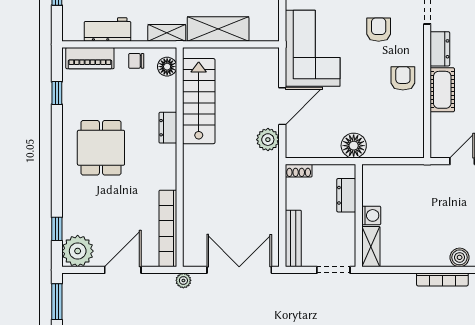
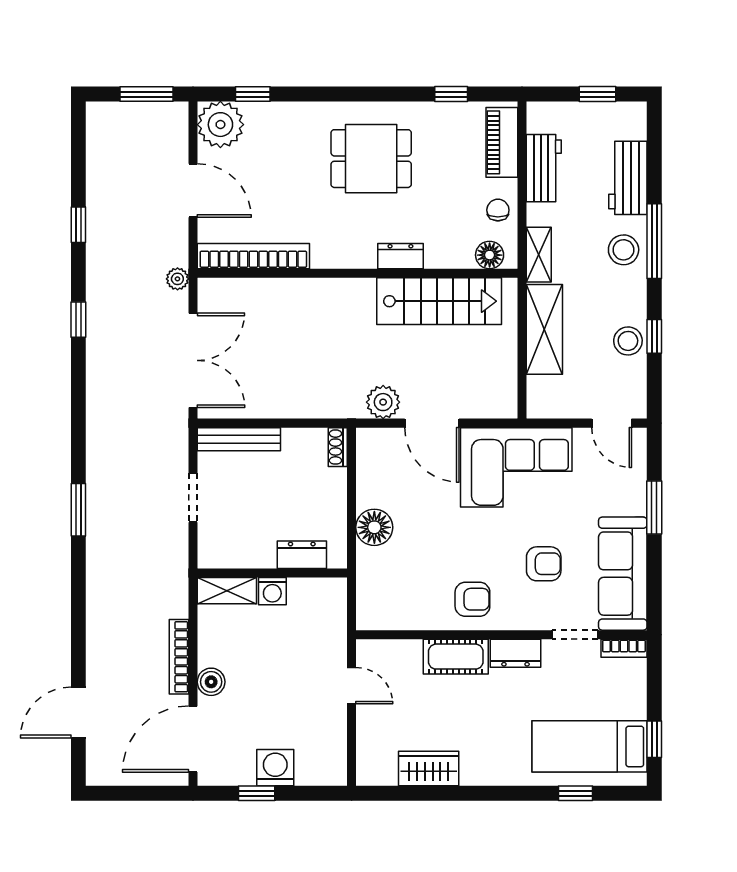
dresser: (346, 195) -> (302, 555), moved
washing machine: (371, 215) -> (272, 591), moved
wall: (359, 216) -> (272, 573), moved
shelving: (371, 247) -> (227, 591), moved

